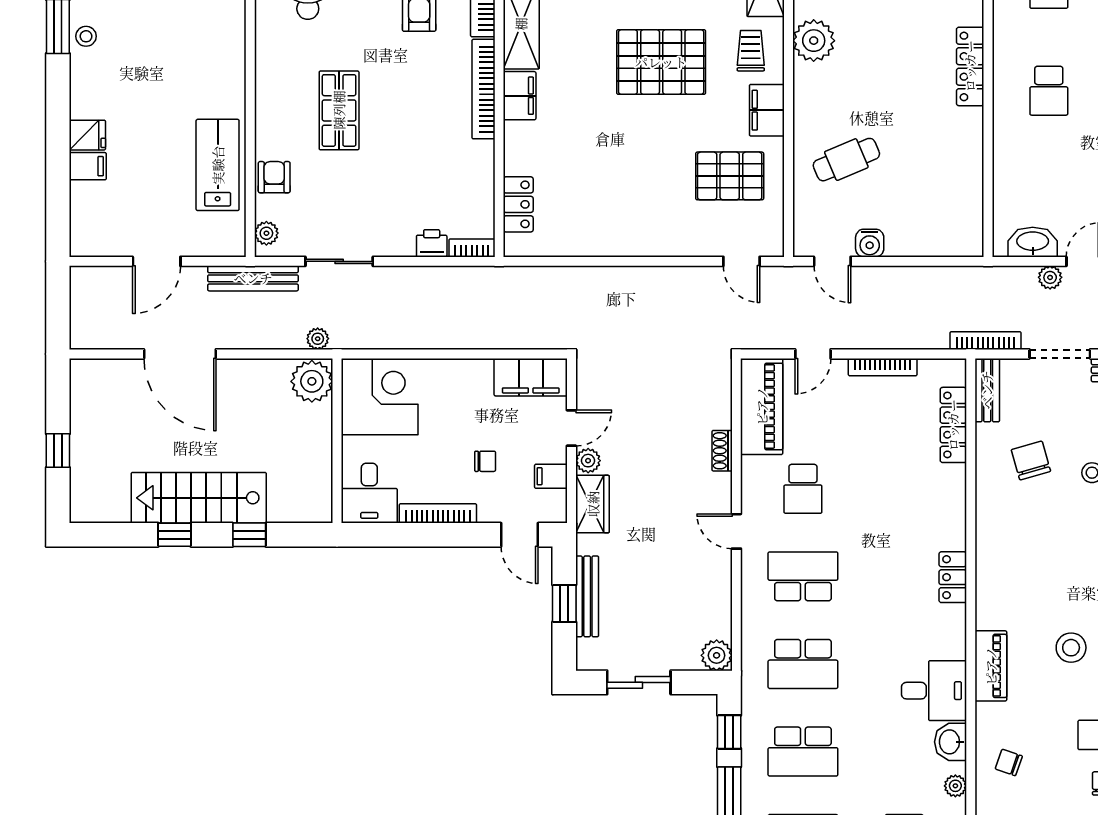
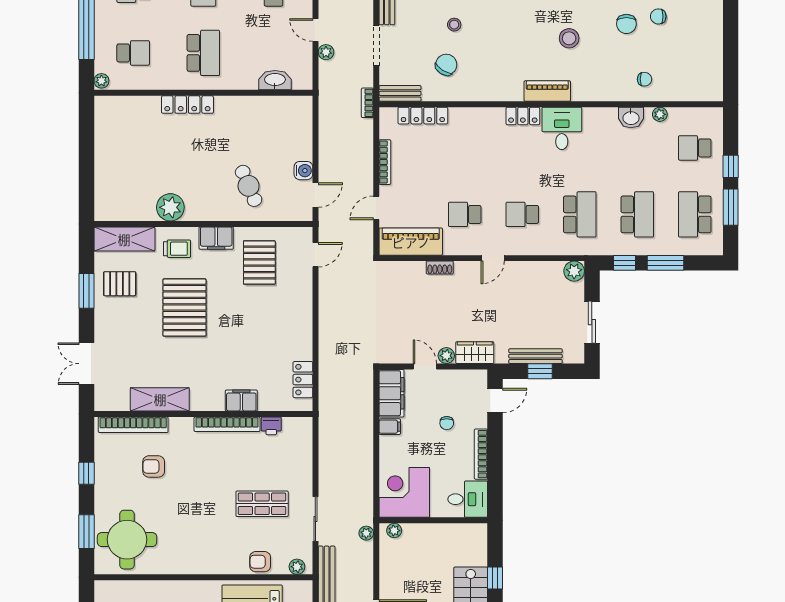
trolley: (751, 51) -> (177, 249), turned 180
bookcase: (483, 89) -> (227, 424), moved
school desk: (1049, 91) -> (203, 53), width x1.85
filing cabinet: (520, 96) -> (241, 400), moved
shop shelf: (339, 110) -> (262, 504), moved
locker: (518, 204) -> (303, 380), moved, turned -90
washbasin: (1033, 242) -> (275, 80), moved, turned 90
printer: (432, 243) -> (271, 426), moved, turned -90
bookcase: (472, 248) -> (307, 432), removed
bookcase: (986, 341) -> (367, 103), width x0.64
door: (813, 354) -> (376, 208), swing flipped
plant: (312, 381) -> (394, 531), width x0.53, depth x0.53
chair: (485, 461) -> (447, 423), turned 180
chair: (1031, 461) -> (446, 65), turned 138
filing cabinet: (551, 476) -> (390, 427), moved, turned -90
school desk: (803, 489) -> (465, 214), turned 180
school desk: (803, 576) -> (522, 214), width x0.54
piano: (991, 666) -> (547, 91), moved
desk: (934, 691) -> (562, 128), moved
chair: (1009, 762) -> (645, 79), turned -109

